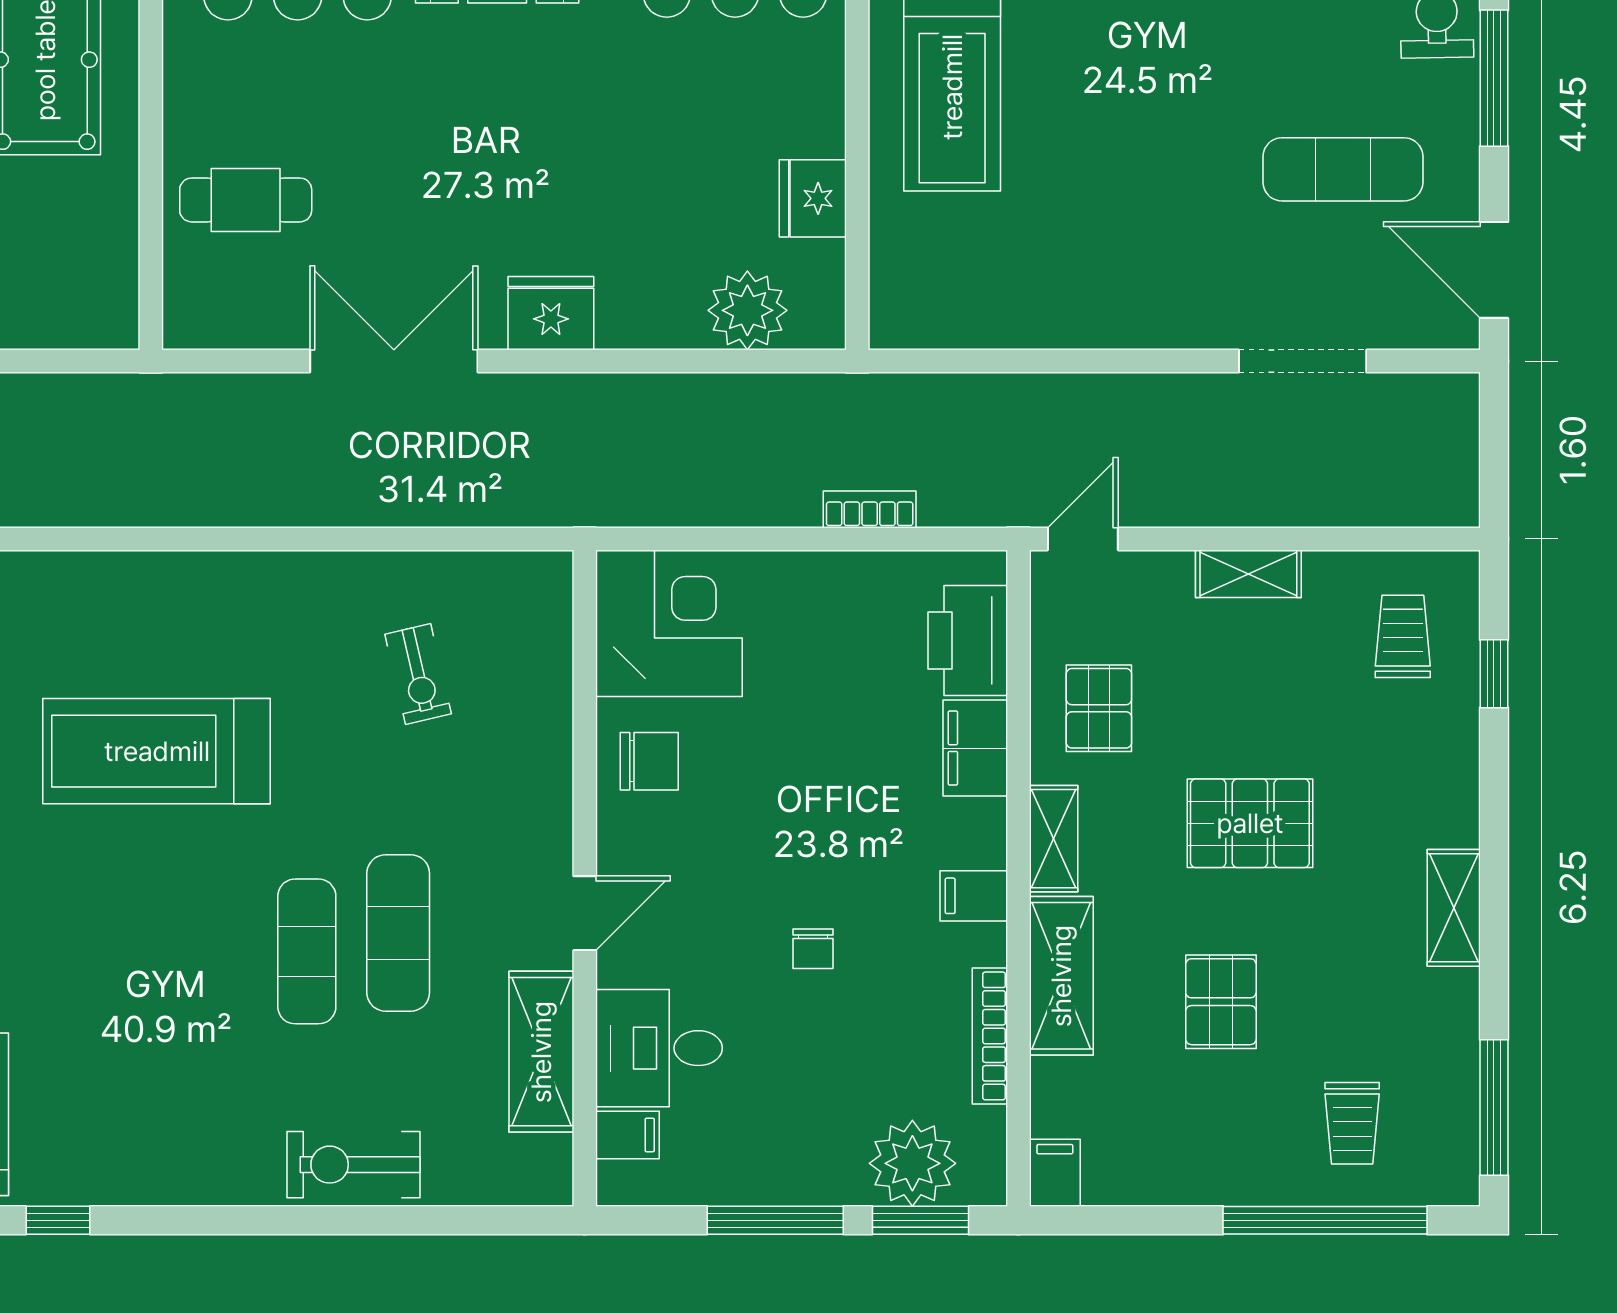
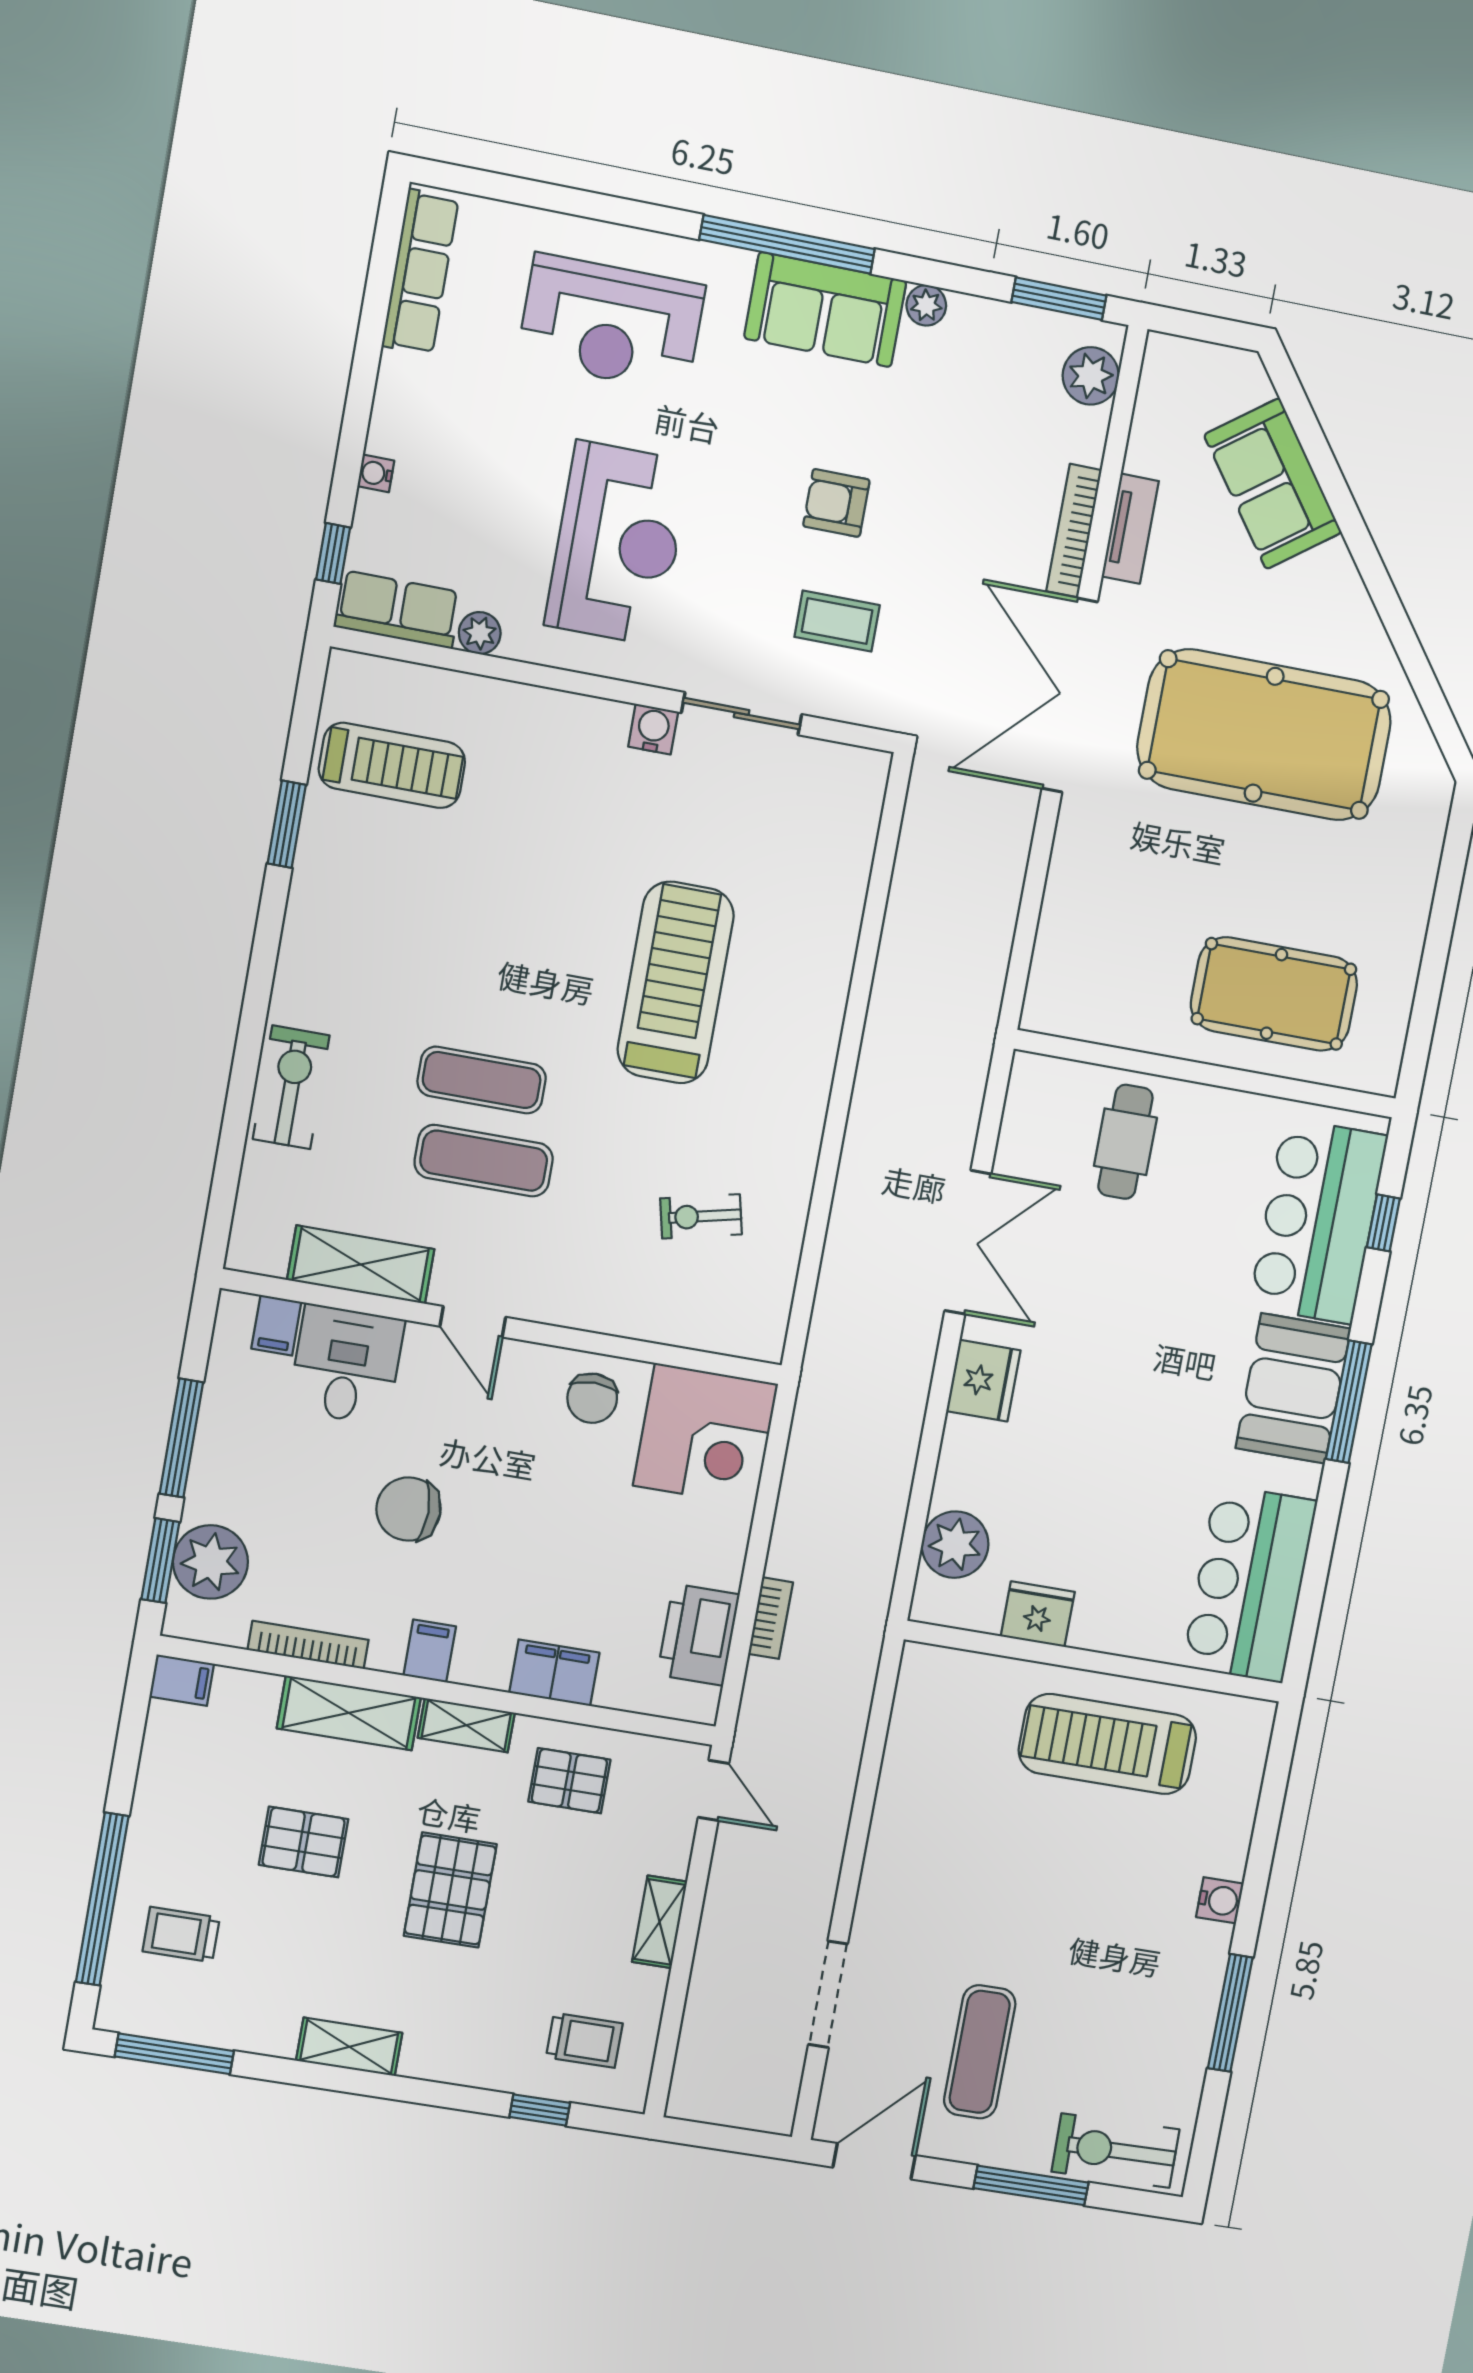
printer: (968, 640) -> (698, 1635), moved, turned -90
chair: (813, 949) -> (408, 1509), width x1.87, depth x1.87
window: (58, 1220) -> (287, 824), width x1.50

